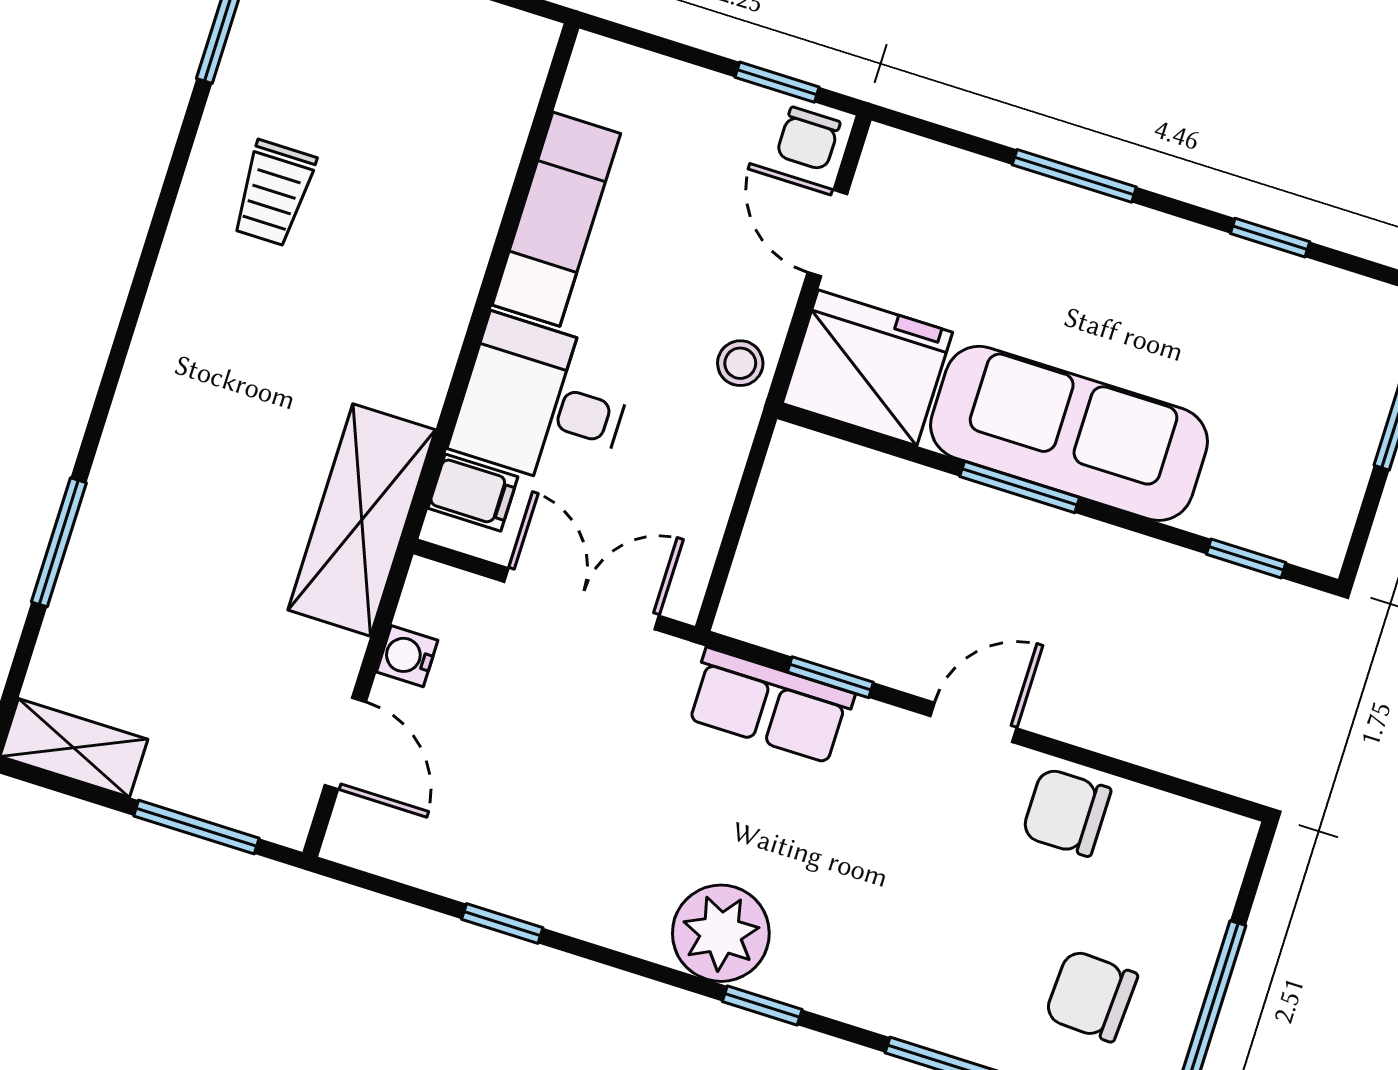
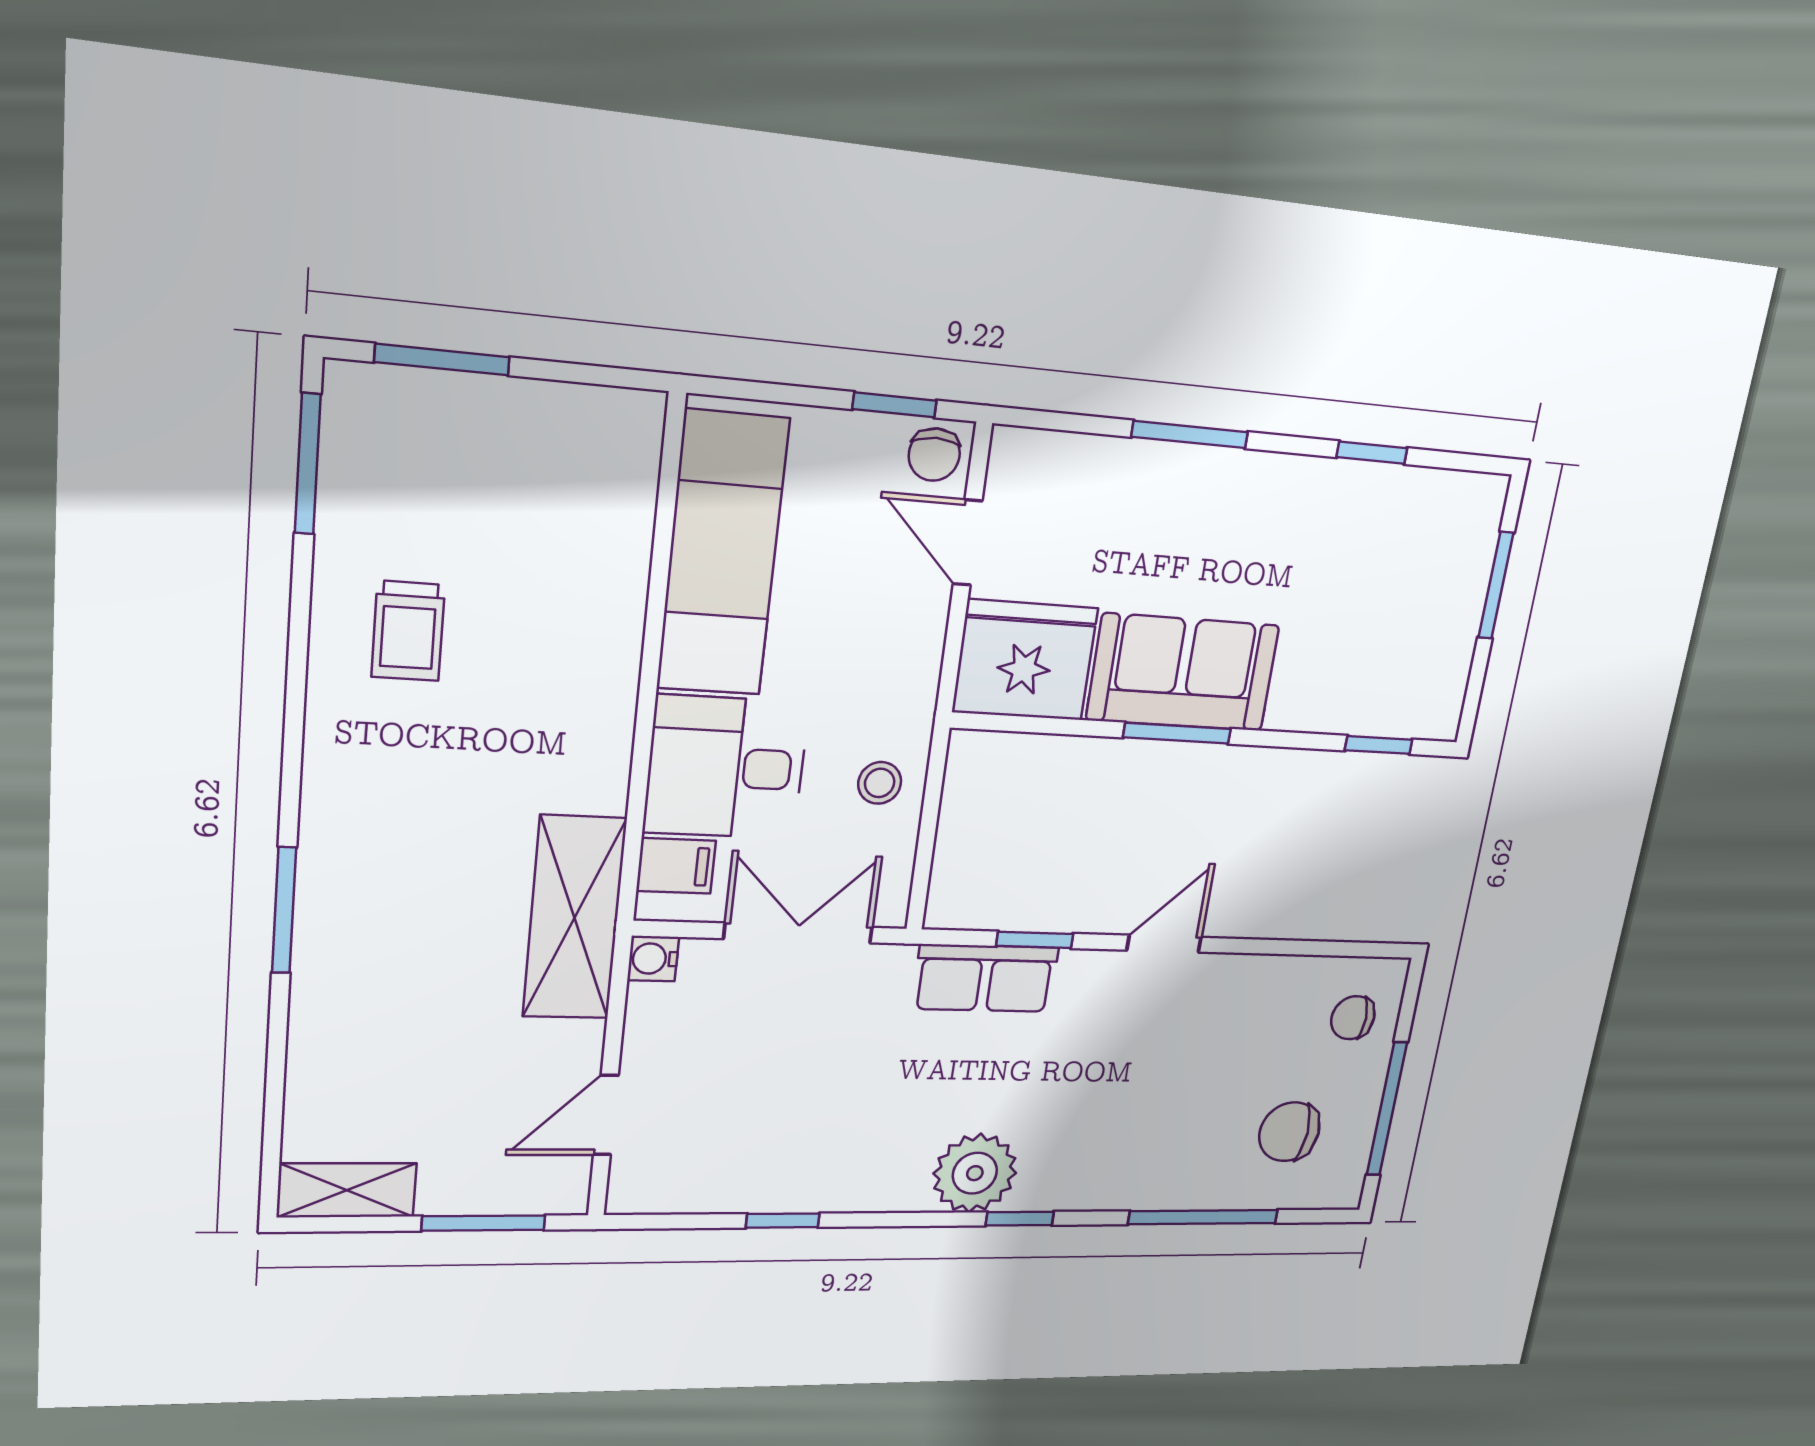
exam couch: (556, 219) -> (723, 554), width x1.36, depth x1.45
stool: (740, 363) -> (880, 783), moved
sofa: (1069, 433) -> (1183, 673), width x0.73
window: (59, 542) -> (284, 910), moved
water cooler: (407, 656) -> (653, 959), moved
door: (345, 743) -> (606, 1115), swing flipped
chair: (1066, 812) -> (1353, 1018), moved, width x0.73, depth x0.73

